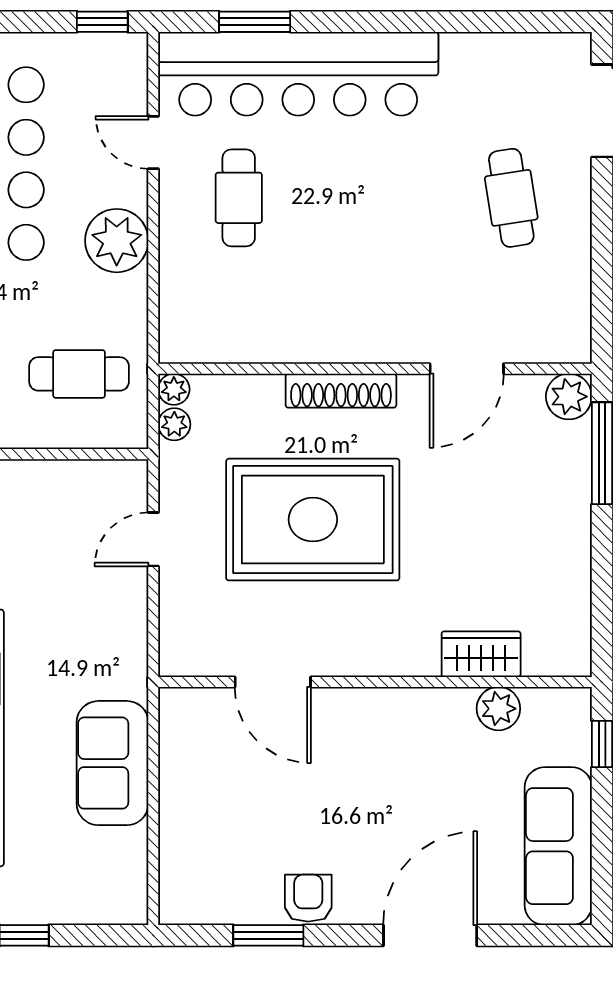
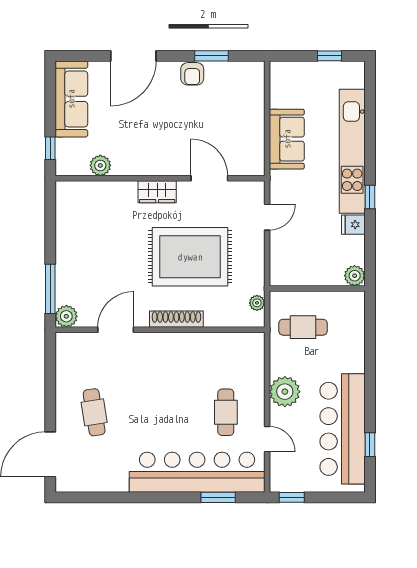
plant: (174, 389) -> (257, 320), removed
door: (153, 539) -> (267, 217), moved
wardrobe: (481, 654) -> (157, 192), moved

